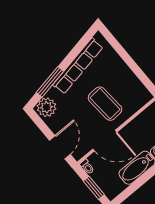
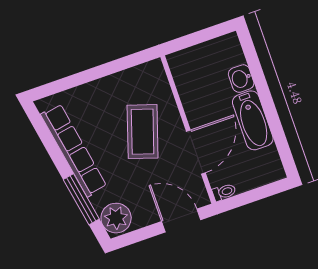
coffee table: (105, 104) -> (143, 132), turned -68
window: (94, 188) -> (258, 194), removed

